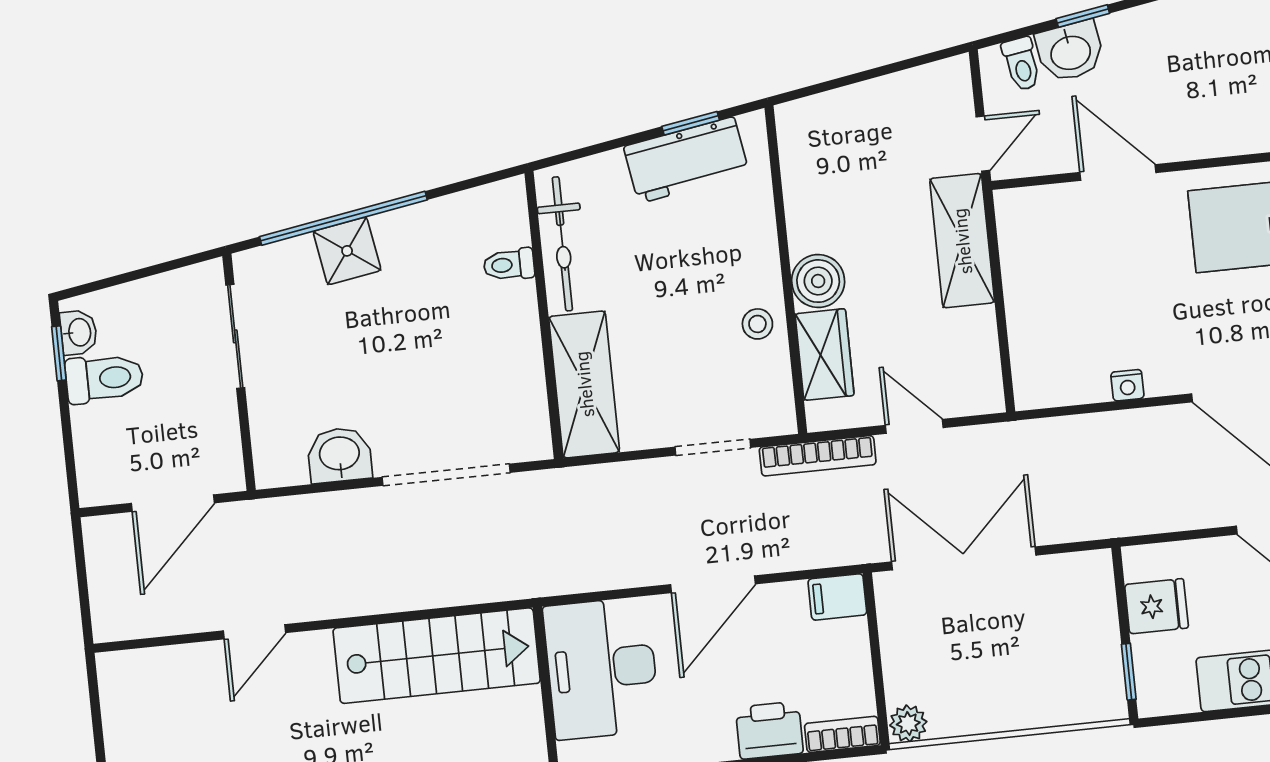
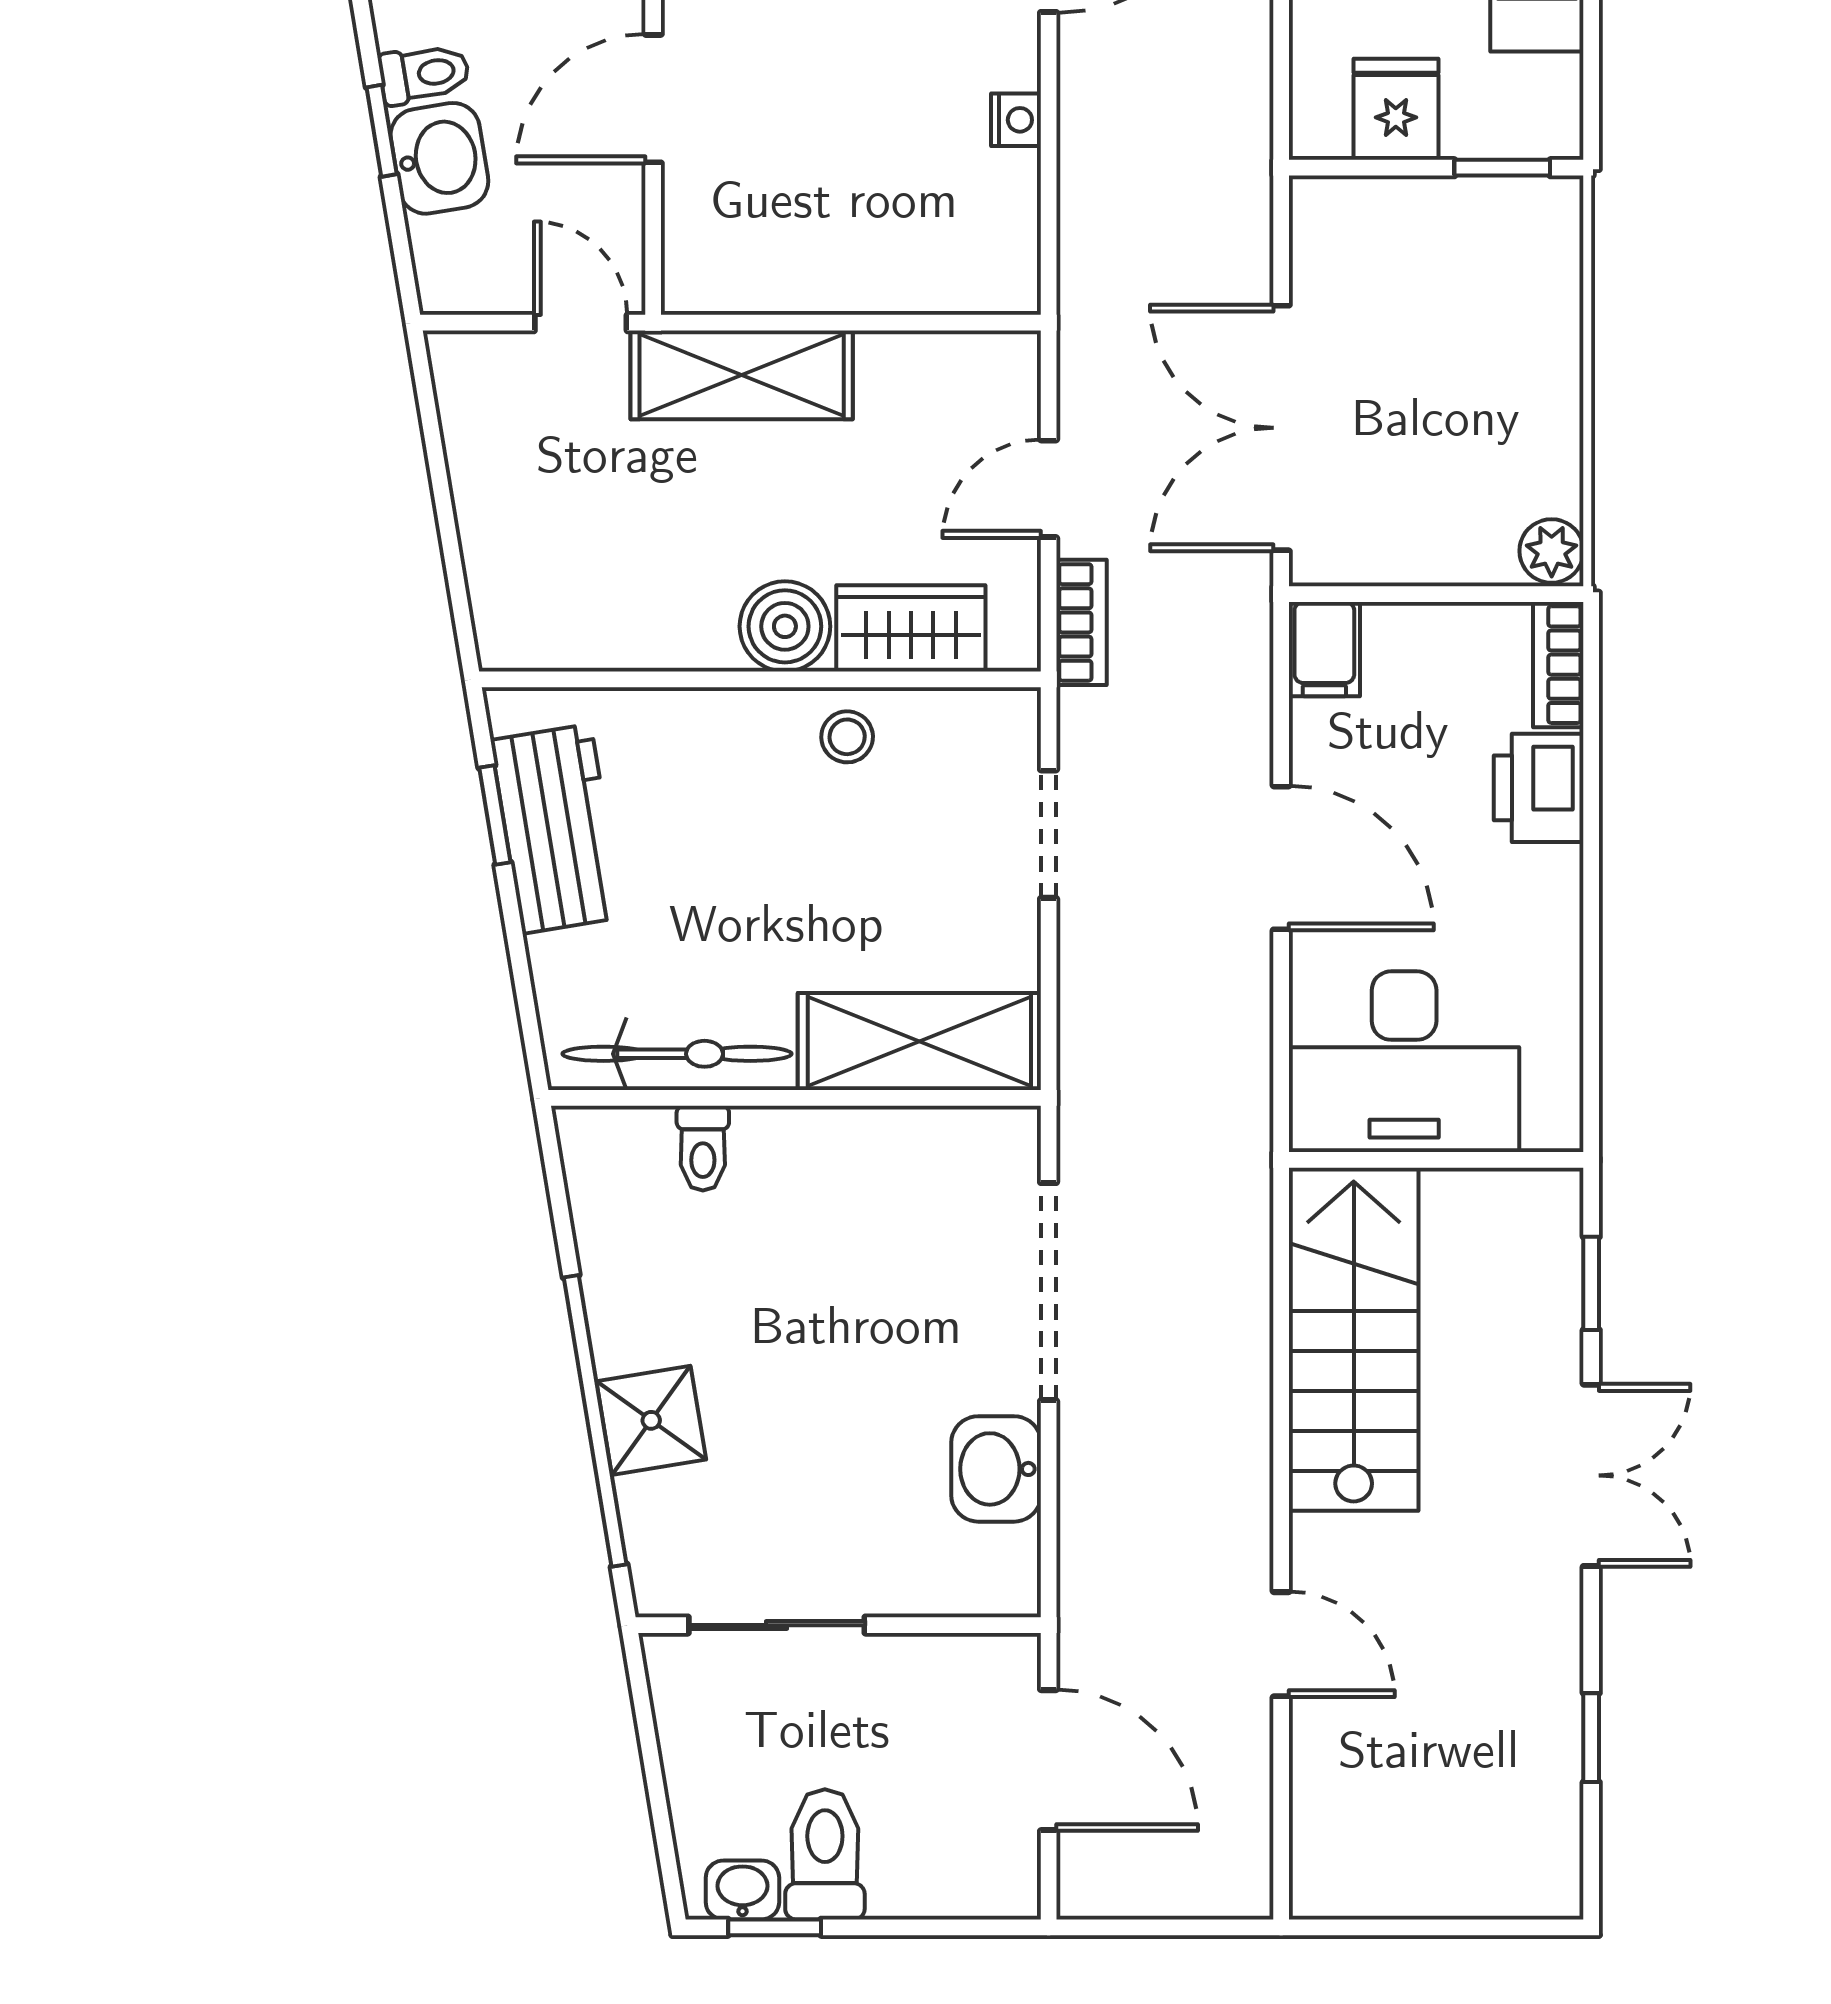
toilet: (1021, 64) -> (424, 74), moved
bookcase: (818, 456) -> (1081, 622), width x0.64

